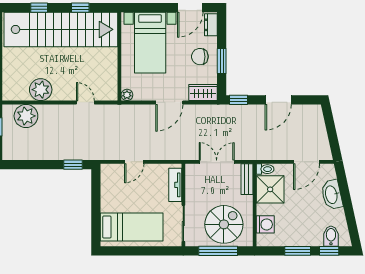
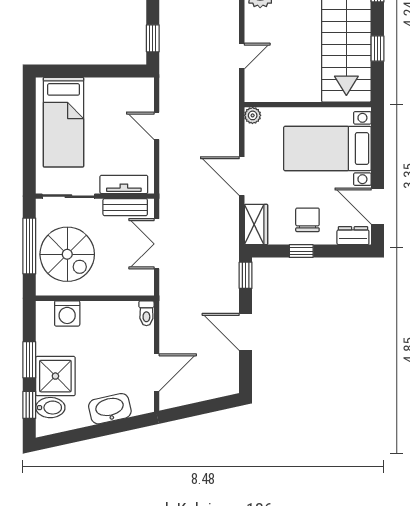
window: (222, 61) -> (301, 251), width x0.67
double door: (217, 162) -> (157, 244), swing flipped
door: (306, 162) -> (157, 373), swing flipped
bench: (247, 179) -> (125, 207), moved
shower: (270, 189) -> (55, 376), moved

